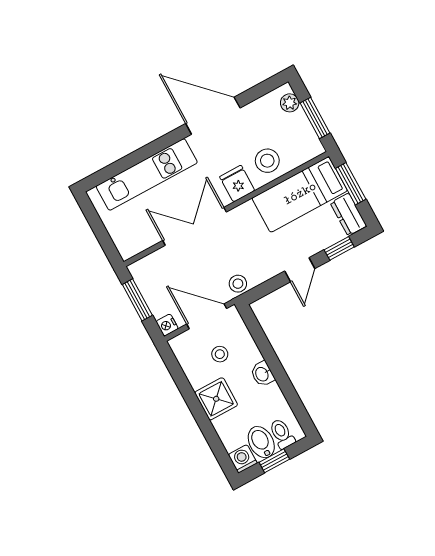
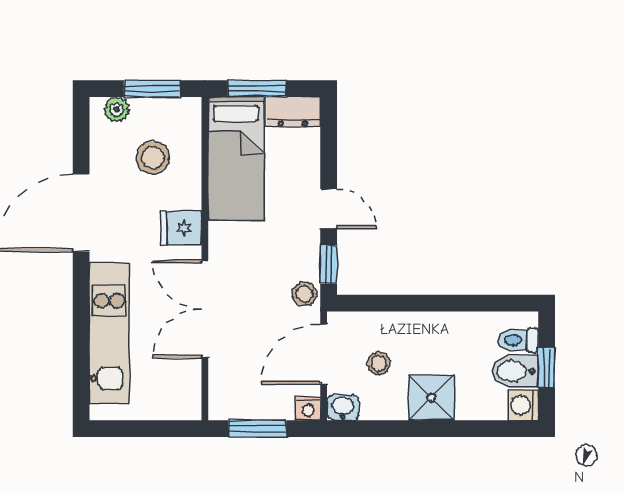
stool: (267, 161) -> (153, 158), moved
window: (339, 248) -> (329, 264), moved
washbasin: (262, 374) -> (343, 408), moved, turned 180

